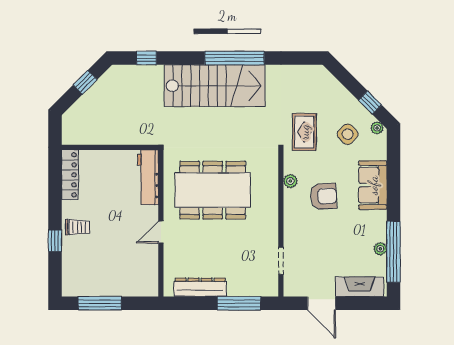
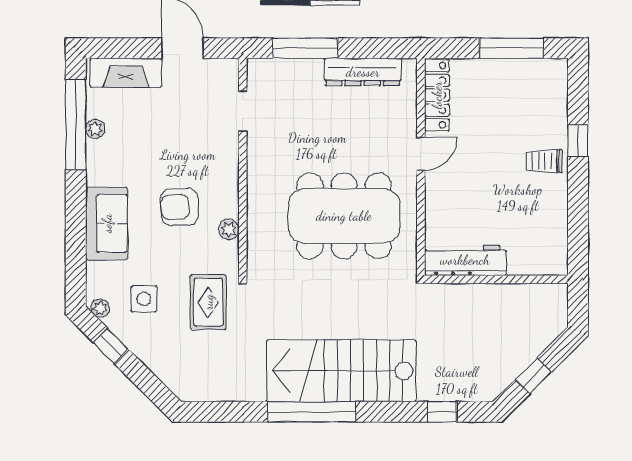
side table: (348, 134) -> (144, 299), turned 45
locker: (70, 175) -> (437, 95), moved, turned 180
workbench: (148, 177) -> (465, 260), moved, turned -90

